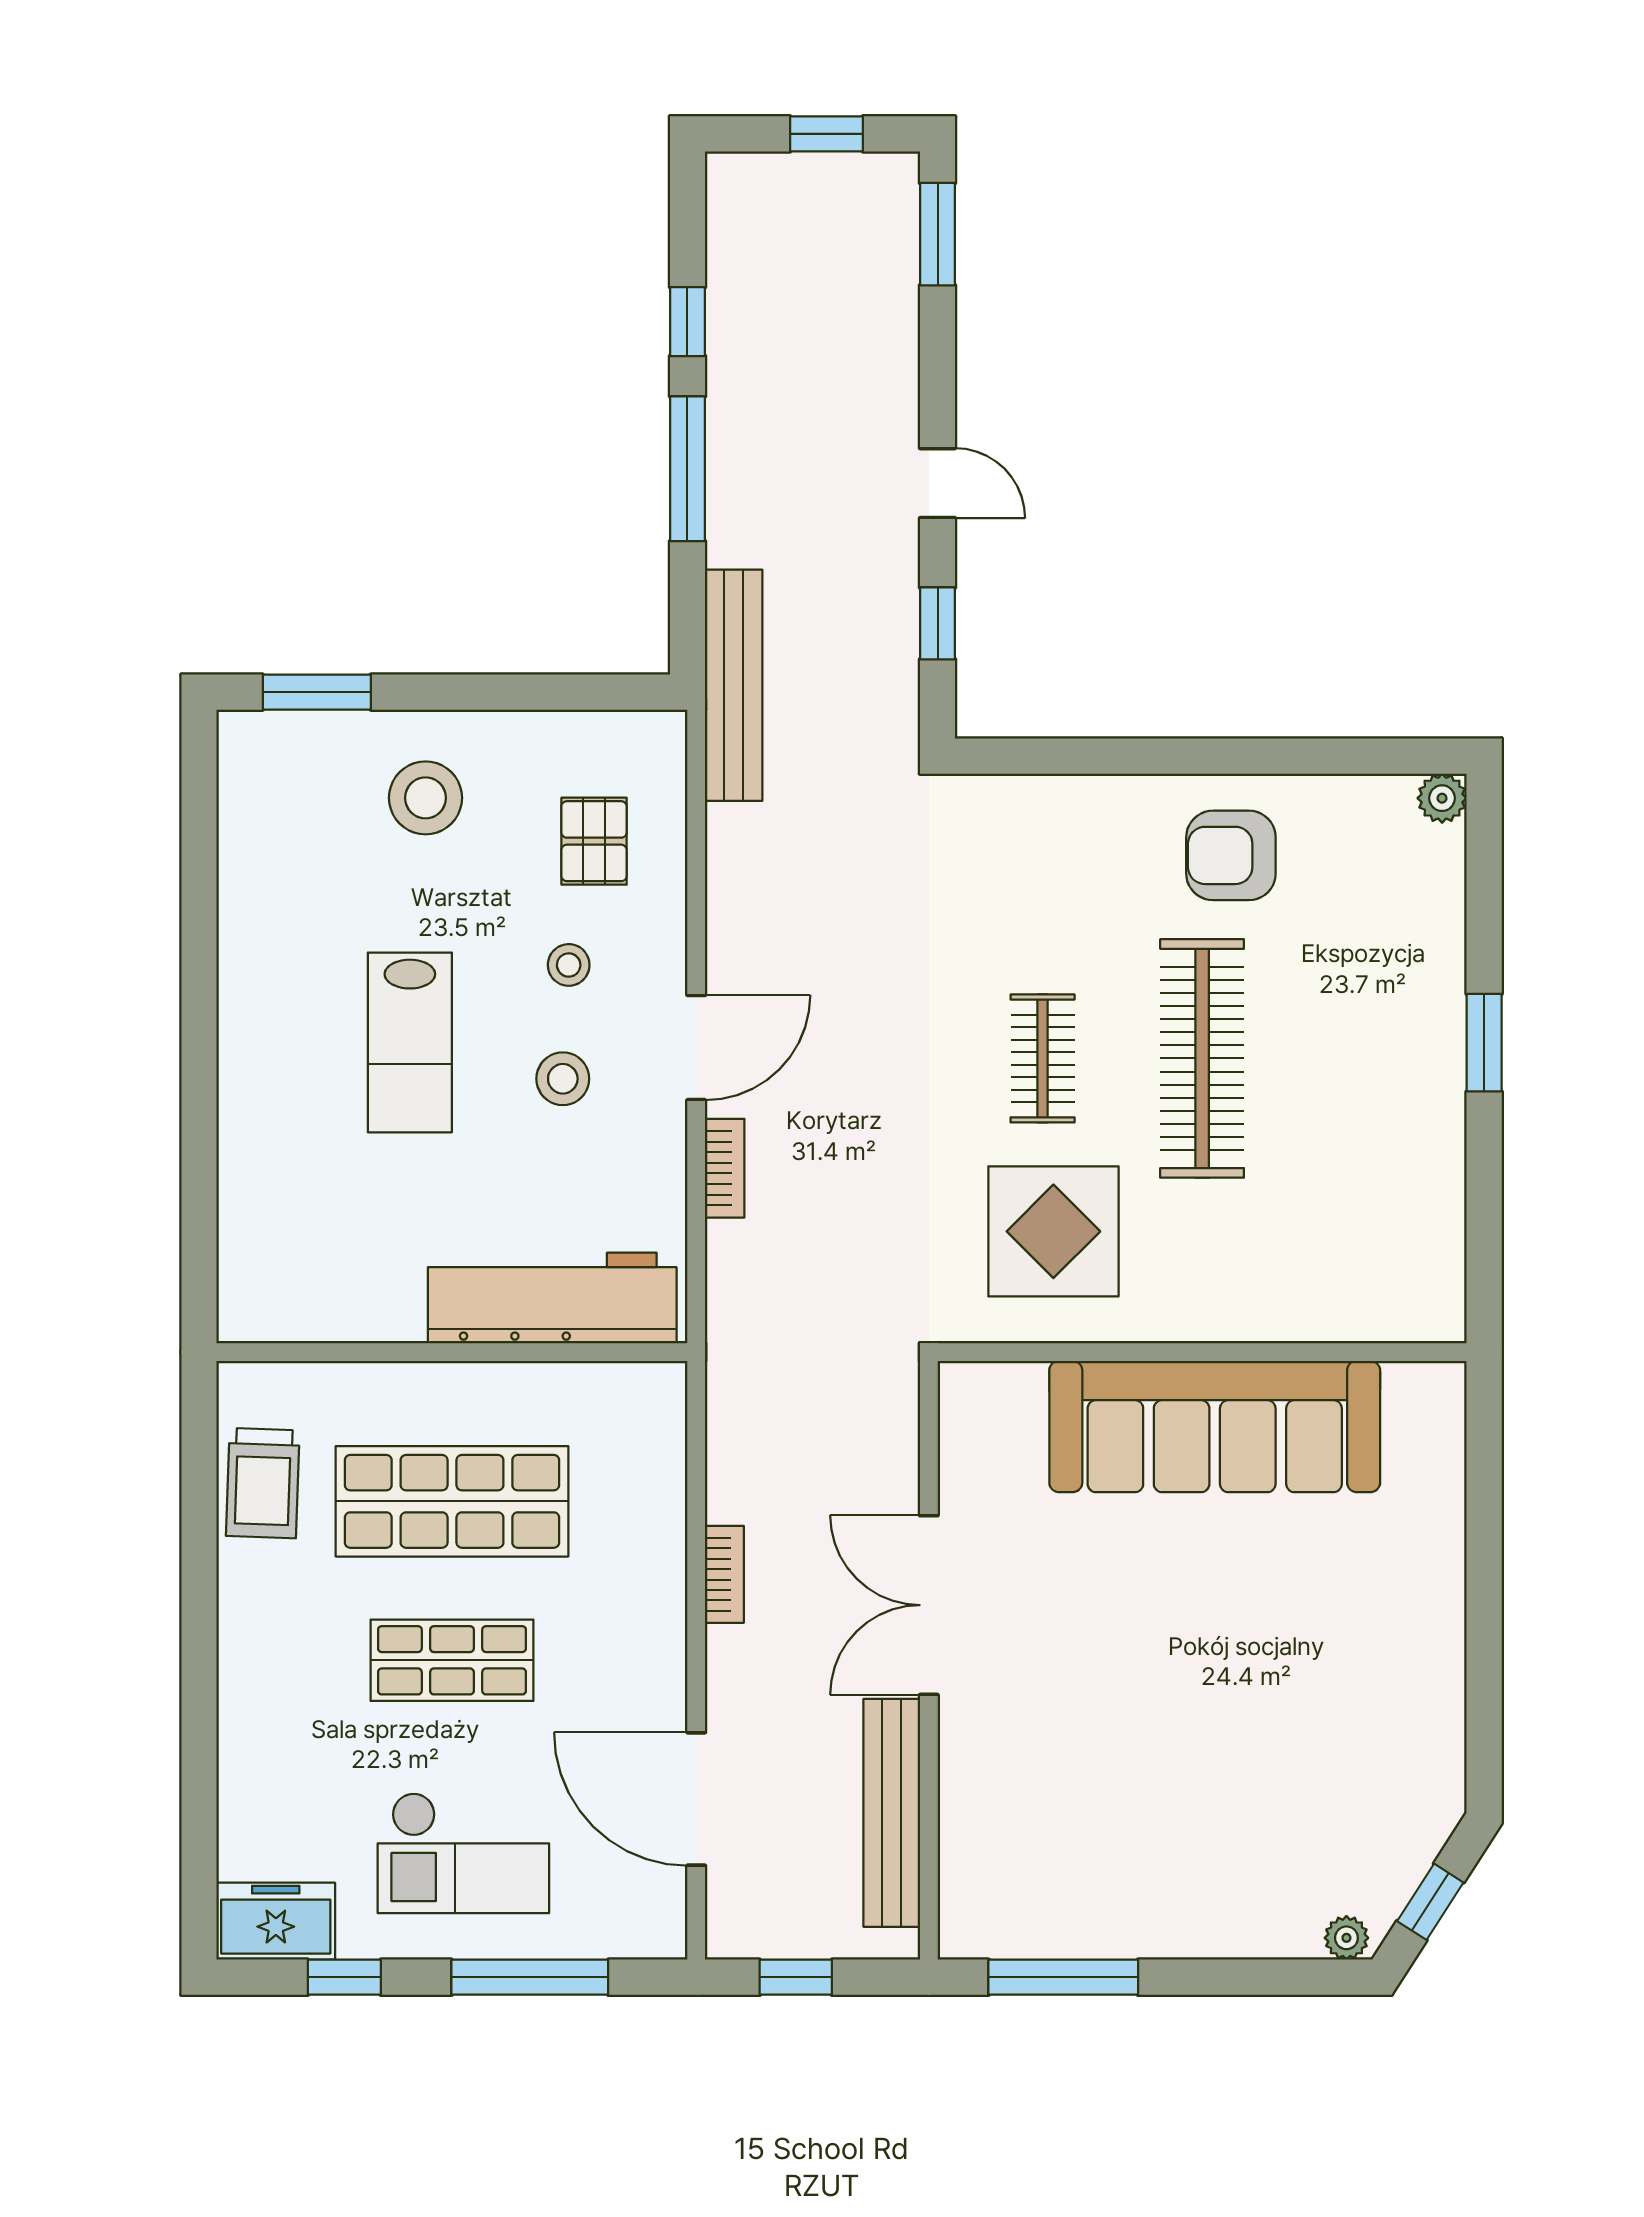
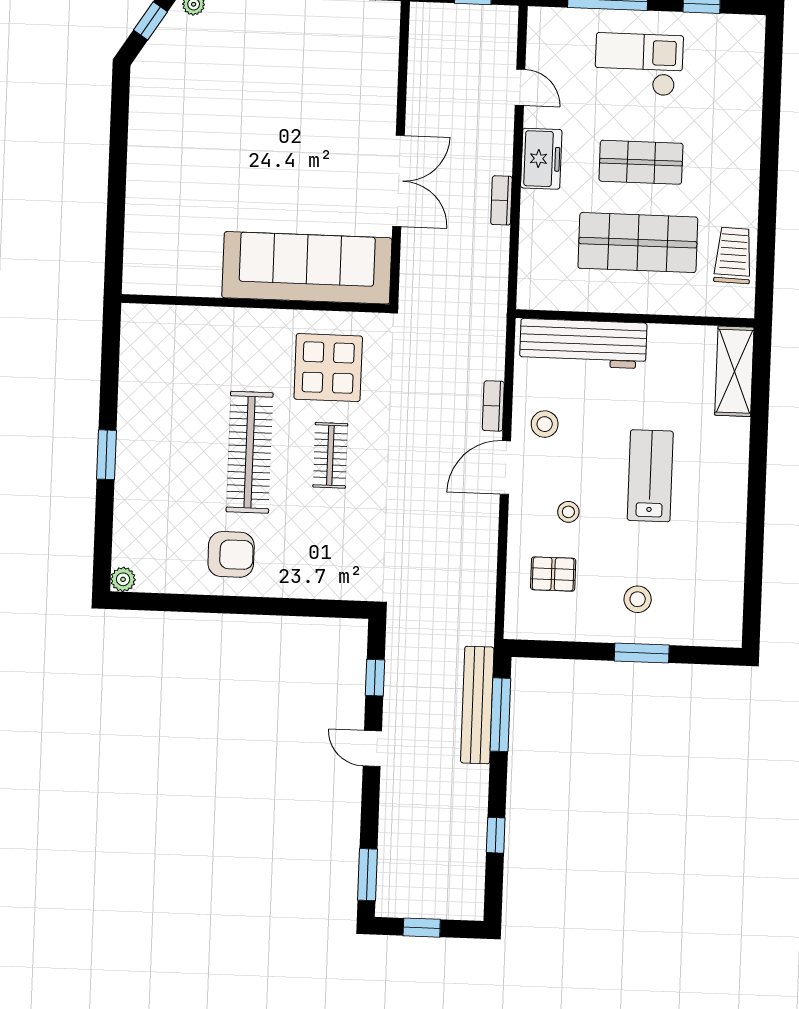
window: (687, 469) -> (500, 715), moved
bench: (734, 685) -> (477, 705), moved
window: (317, 692) -> (642, 653), moved
stool: (426, 798) -> (638, 599), width x0.73, depth x0.73
pallet: (594, 841) -> (553, 574), turned 90
stool: (563, 1079) -> (545, 424), moved
shelving: (252, 1255) -> (734, 371), added
sofa: (1215, 1426) -> (307, 268), moved
door: (696, 1799) -> (520, 87), width x0.53
bench: (892, 1813) -> (421, 76), removed
freezer: (276, 1921) -> (541, 159), moved, turned -90

